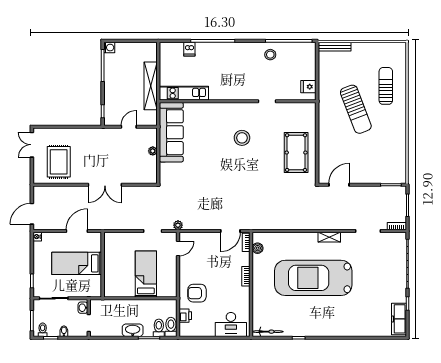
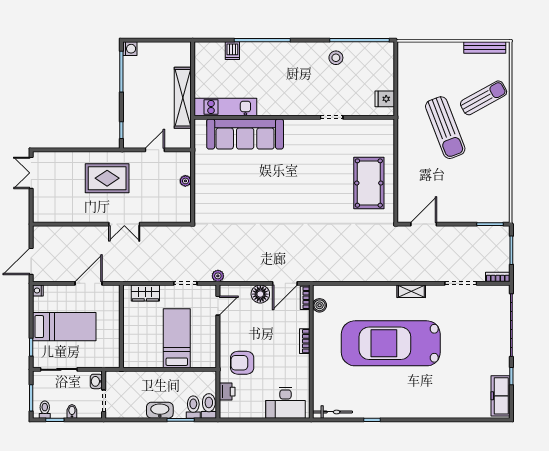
bench: (335, 47) -> (485, 48), moved
sun lounger: (386, 86) -> (484, 98), turned 61
sofa: (171, 132) -> (245, 134), moved, turned 90
stool: (242, 138) -> (300, 164), removed
rug: (59, 162) -> (107, 178), moved, turned 90
double door: (105, 185) -> (124, 224), width x0.73
wardrobe: (121, 239) -> (145, 293), added
floor lamp: (211, 239) -> (260, 294), added
bed: (77, 263) -> (64, 327), moved, turned 180

